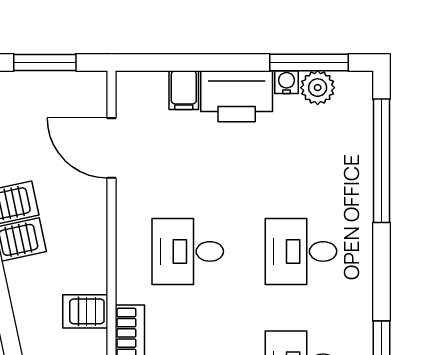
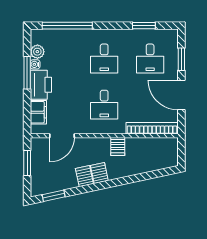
window: (309, 62) -> (27, 73), moved
filing cabinet: (184, 90) -> (38, 112), width x2.00
server rack: (85, 311) -> (118, 147), moved

